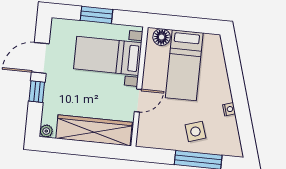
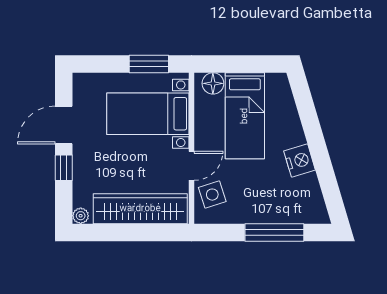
window: (97, 15) -> (149, 64), moved
nightstand: (229, 109) -> (300, 161), width x1.89, depth x1.79
side table: (195, 131) -> (212, 195), moved

